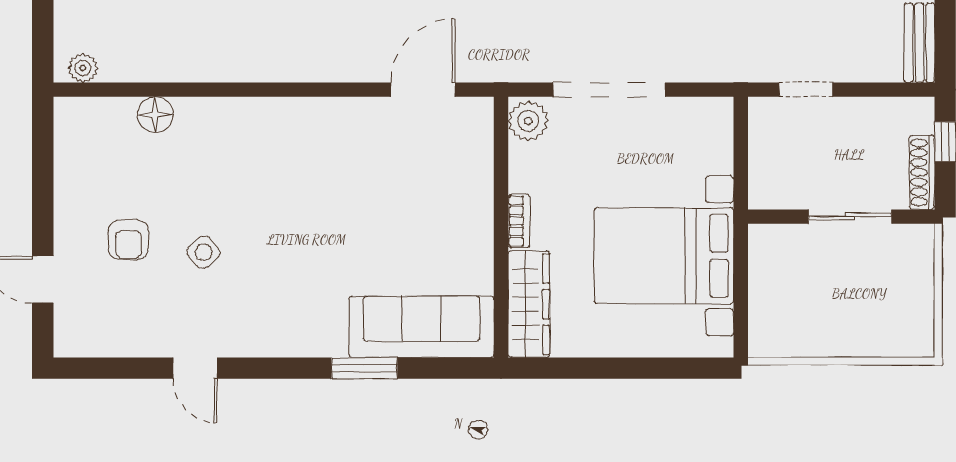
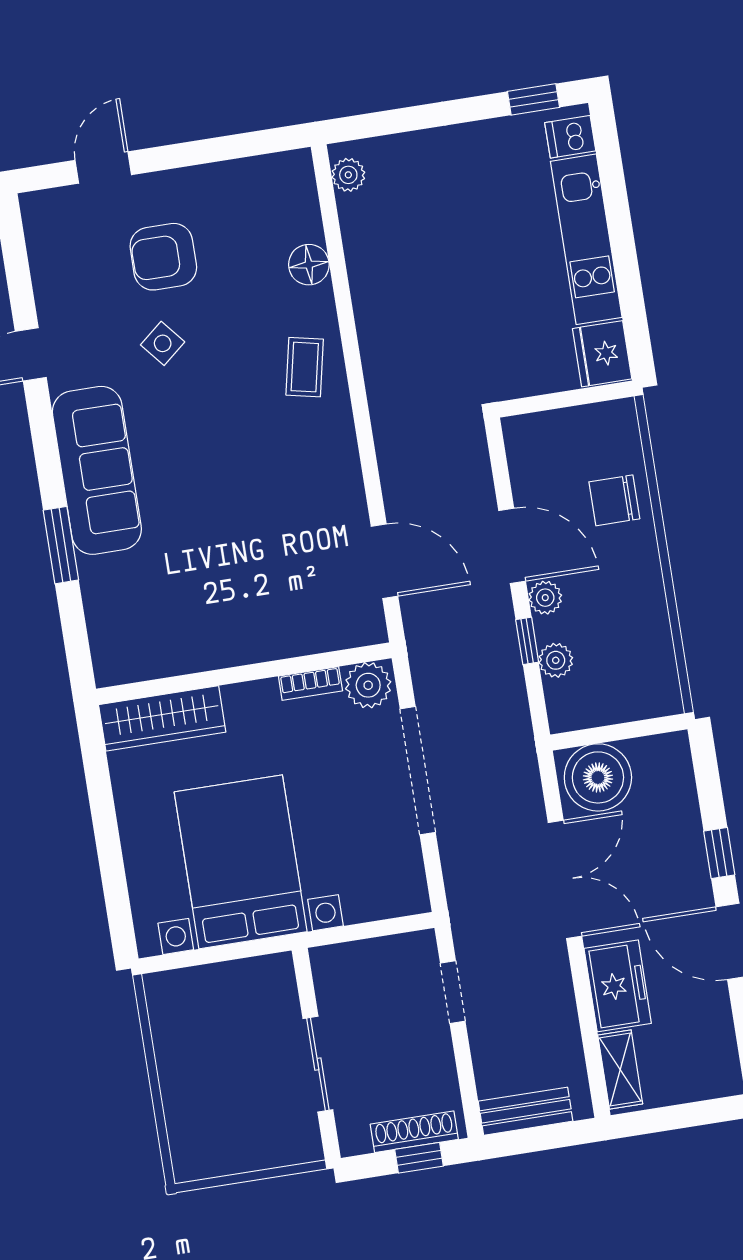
coffee table: (244, 132) -> (305, 367), added
shoe rack: (922, 172) -> (414, 1132), moved
bookcase: (519, 221) -> (310, 684), moved
armchair: (128, 240) -> (163, 257), width x1.38, depth x1.38
sofa: (421, 327) -> (97, 470), moved

